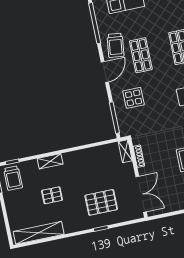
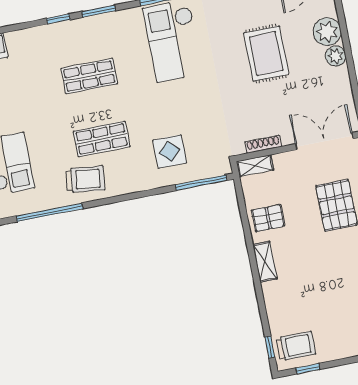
door: (105, 72) -> (128, 197), removed
shelving: (50, 161) -> (265, 262), moved
pallet: (52, 195) -> (268, 218), moved, turned 90

